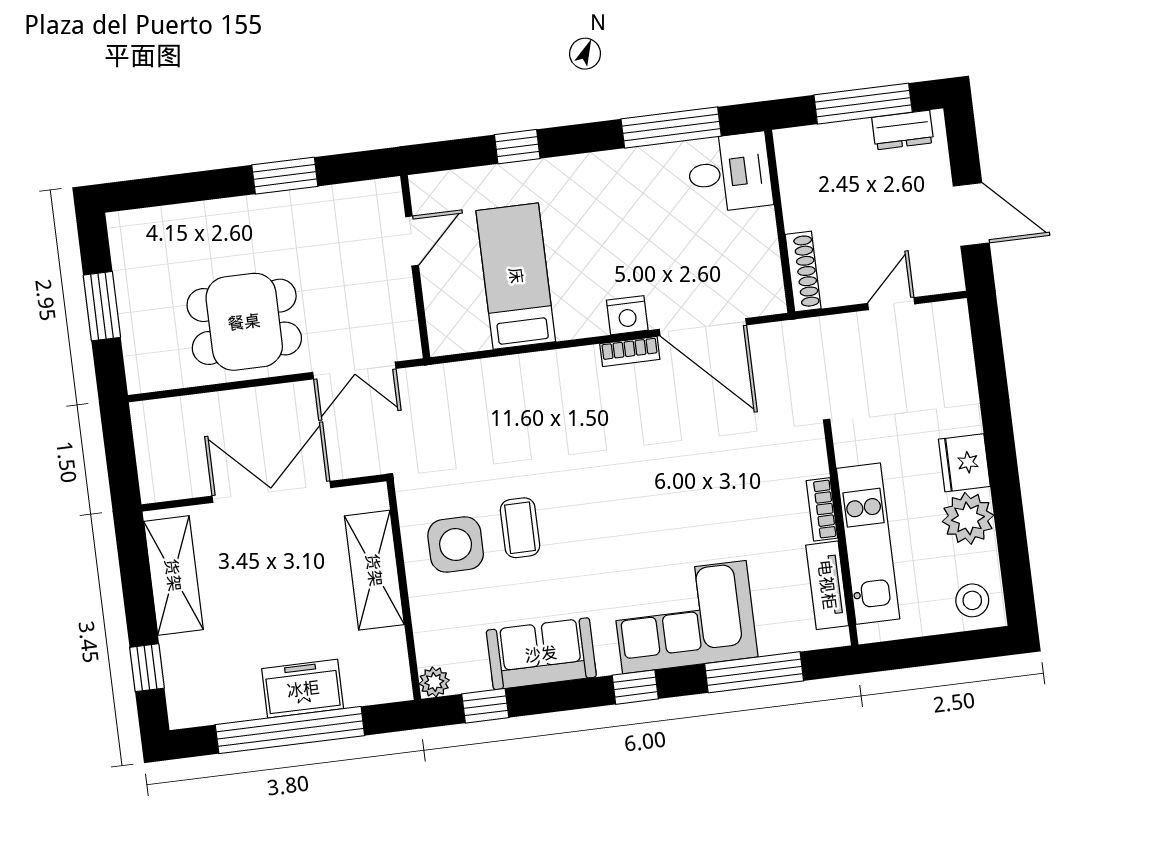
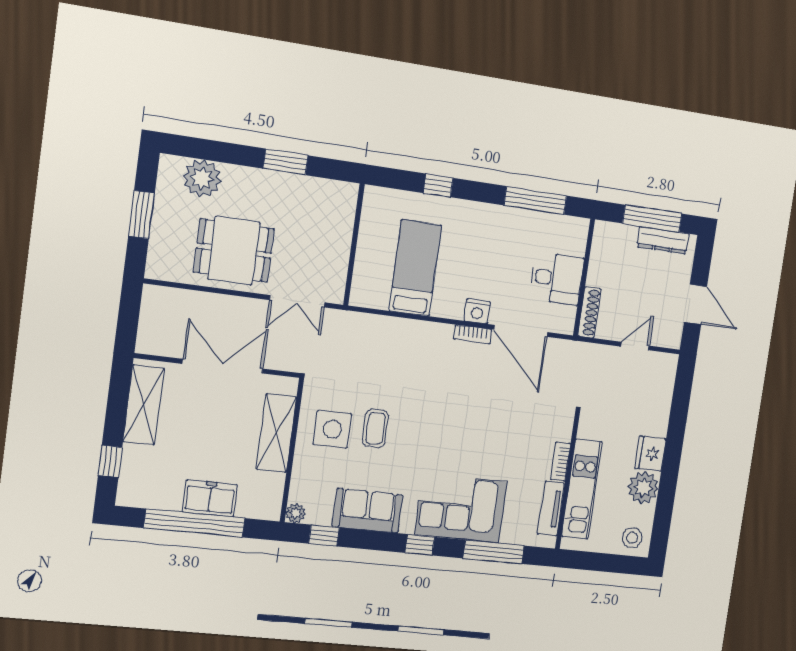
dresser: (903, 130) -> (663, 240), width x1.44
desk: (729, 173) -> (557, 278), moved
plant: (173, 232) -> (202, 178), added
door: (412, 241) -> (356, 227), removed

